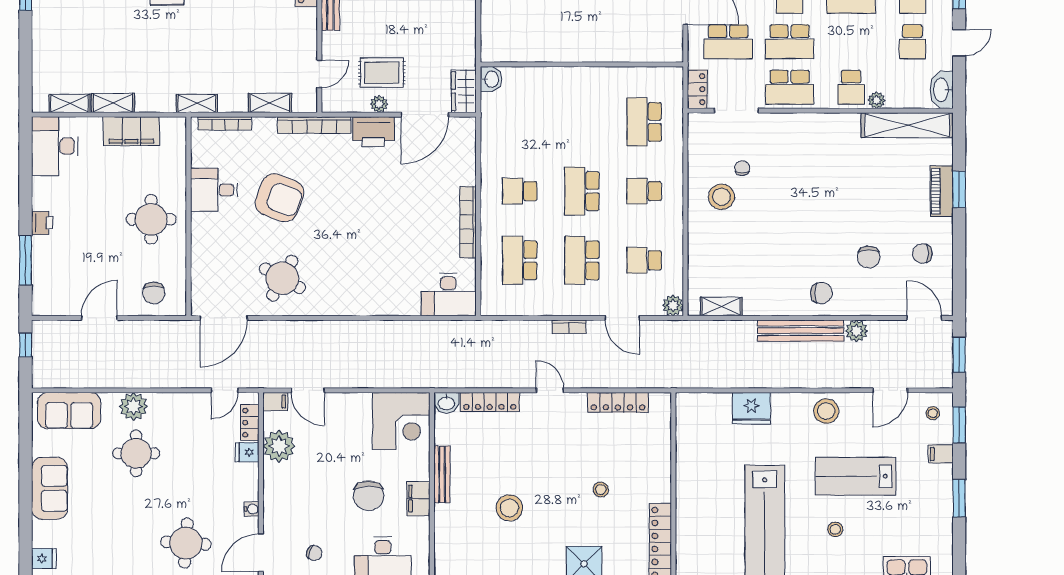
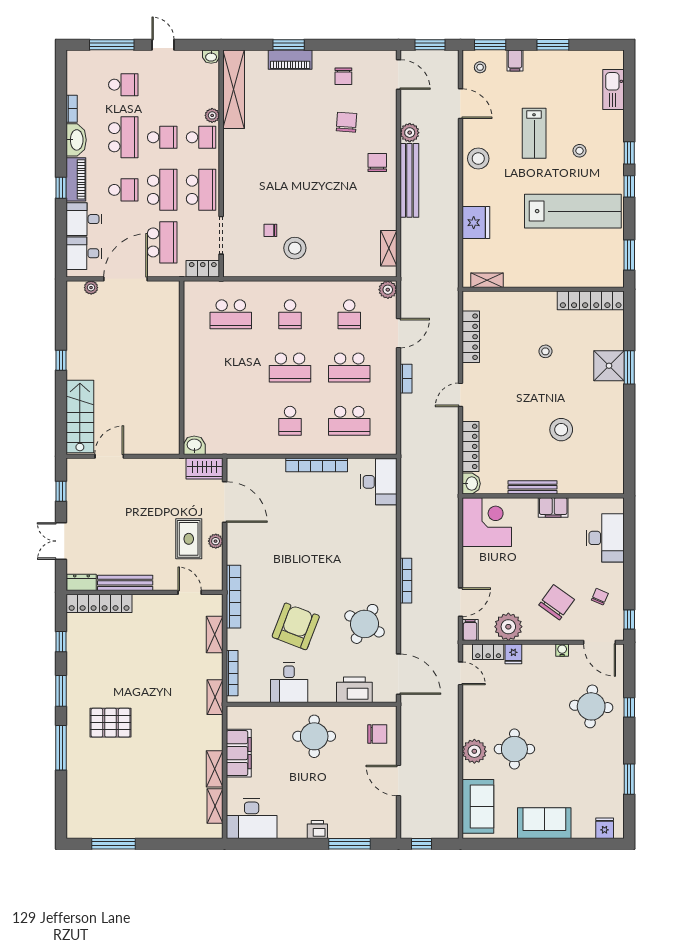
school desk: (912, 42) -> (162, 137), moved
washbasin: (942, 90) -> (211, 57), width x0.52, depth x0.69
printer: (374, 132) -> (354, 690), moved, turned -90
chair: (869, 257) -> (347, 122), turned -86
door: (924, 318) -> (398, 75), swing flipped
bookcase: (333, 327) -> (406, 581), added
shelving: (684, 421) -> (487, 280), added
lab bench: (856, 476) -> (534, 133), width x0.73, depth x0.72
chair: (369, 496) -> (557, 602), moved, turned -54

